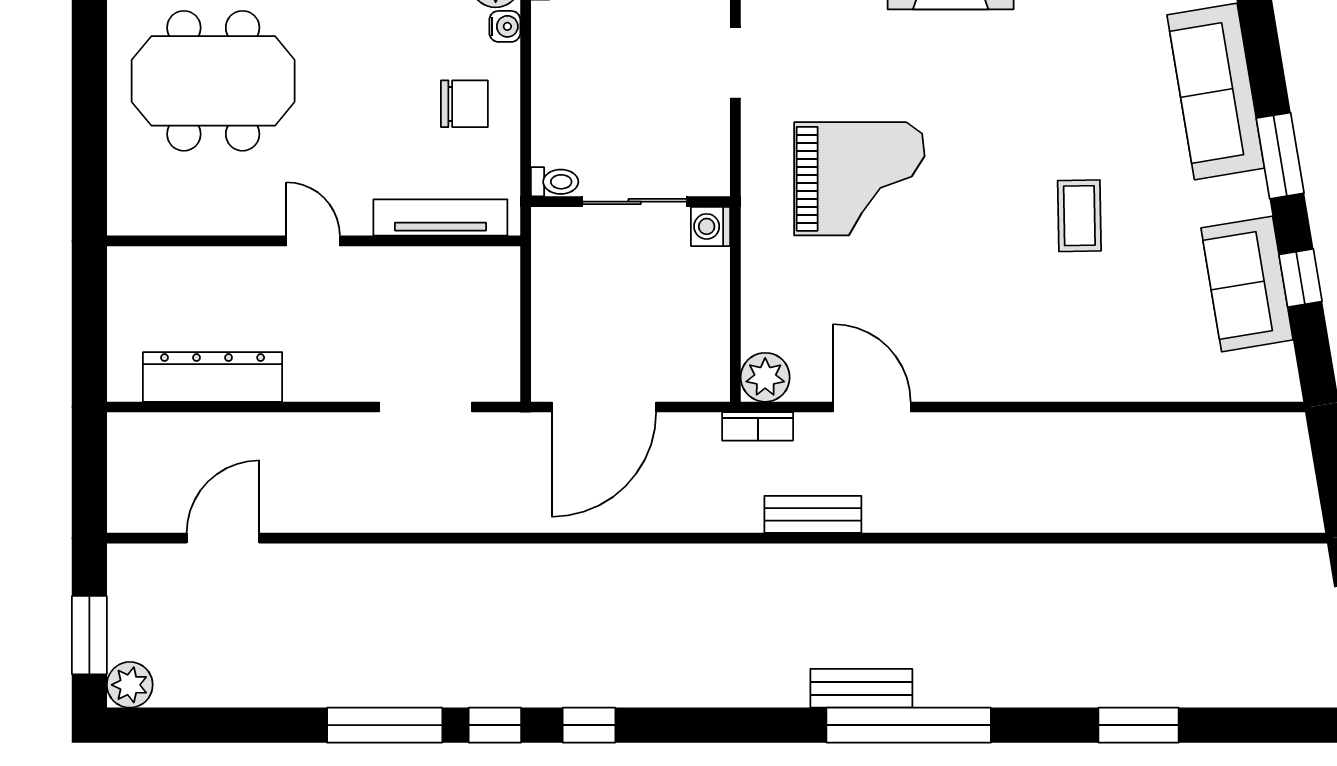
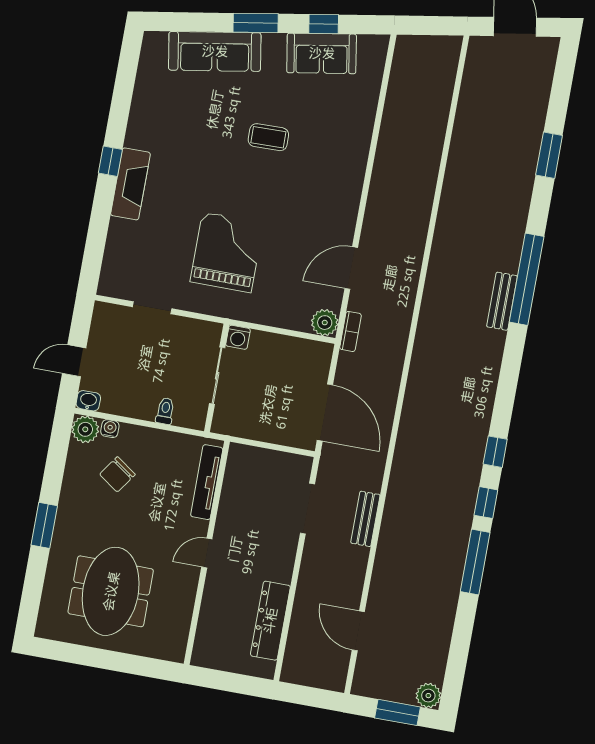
chair: (464, 104) -> (117, 474), moved, turned -145
toilet: (555, 182) -> (165, 411), moved
bench: (813, 514) -> (365, 519), moved

